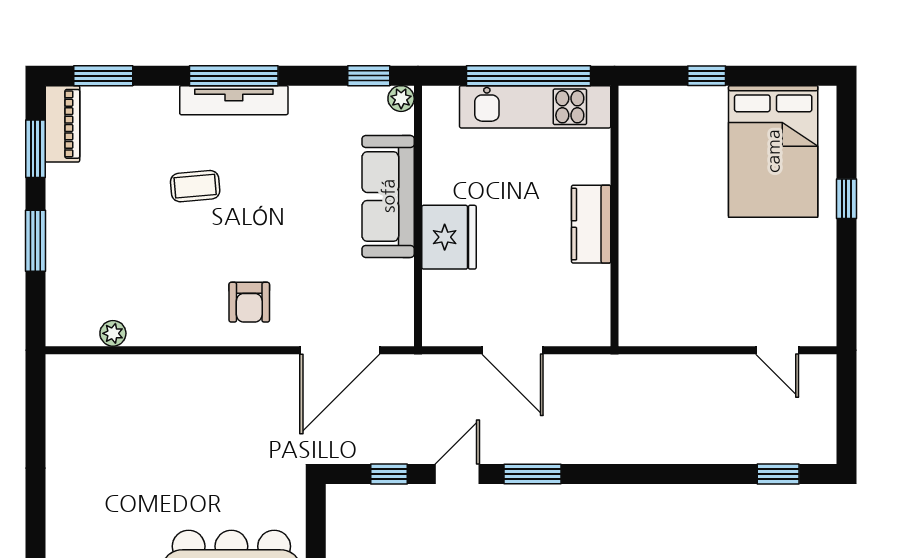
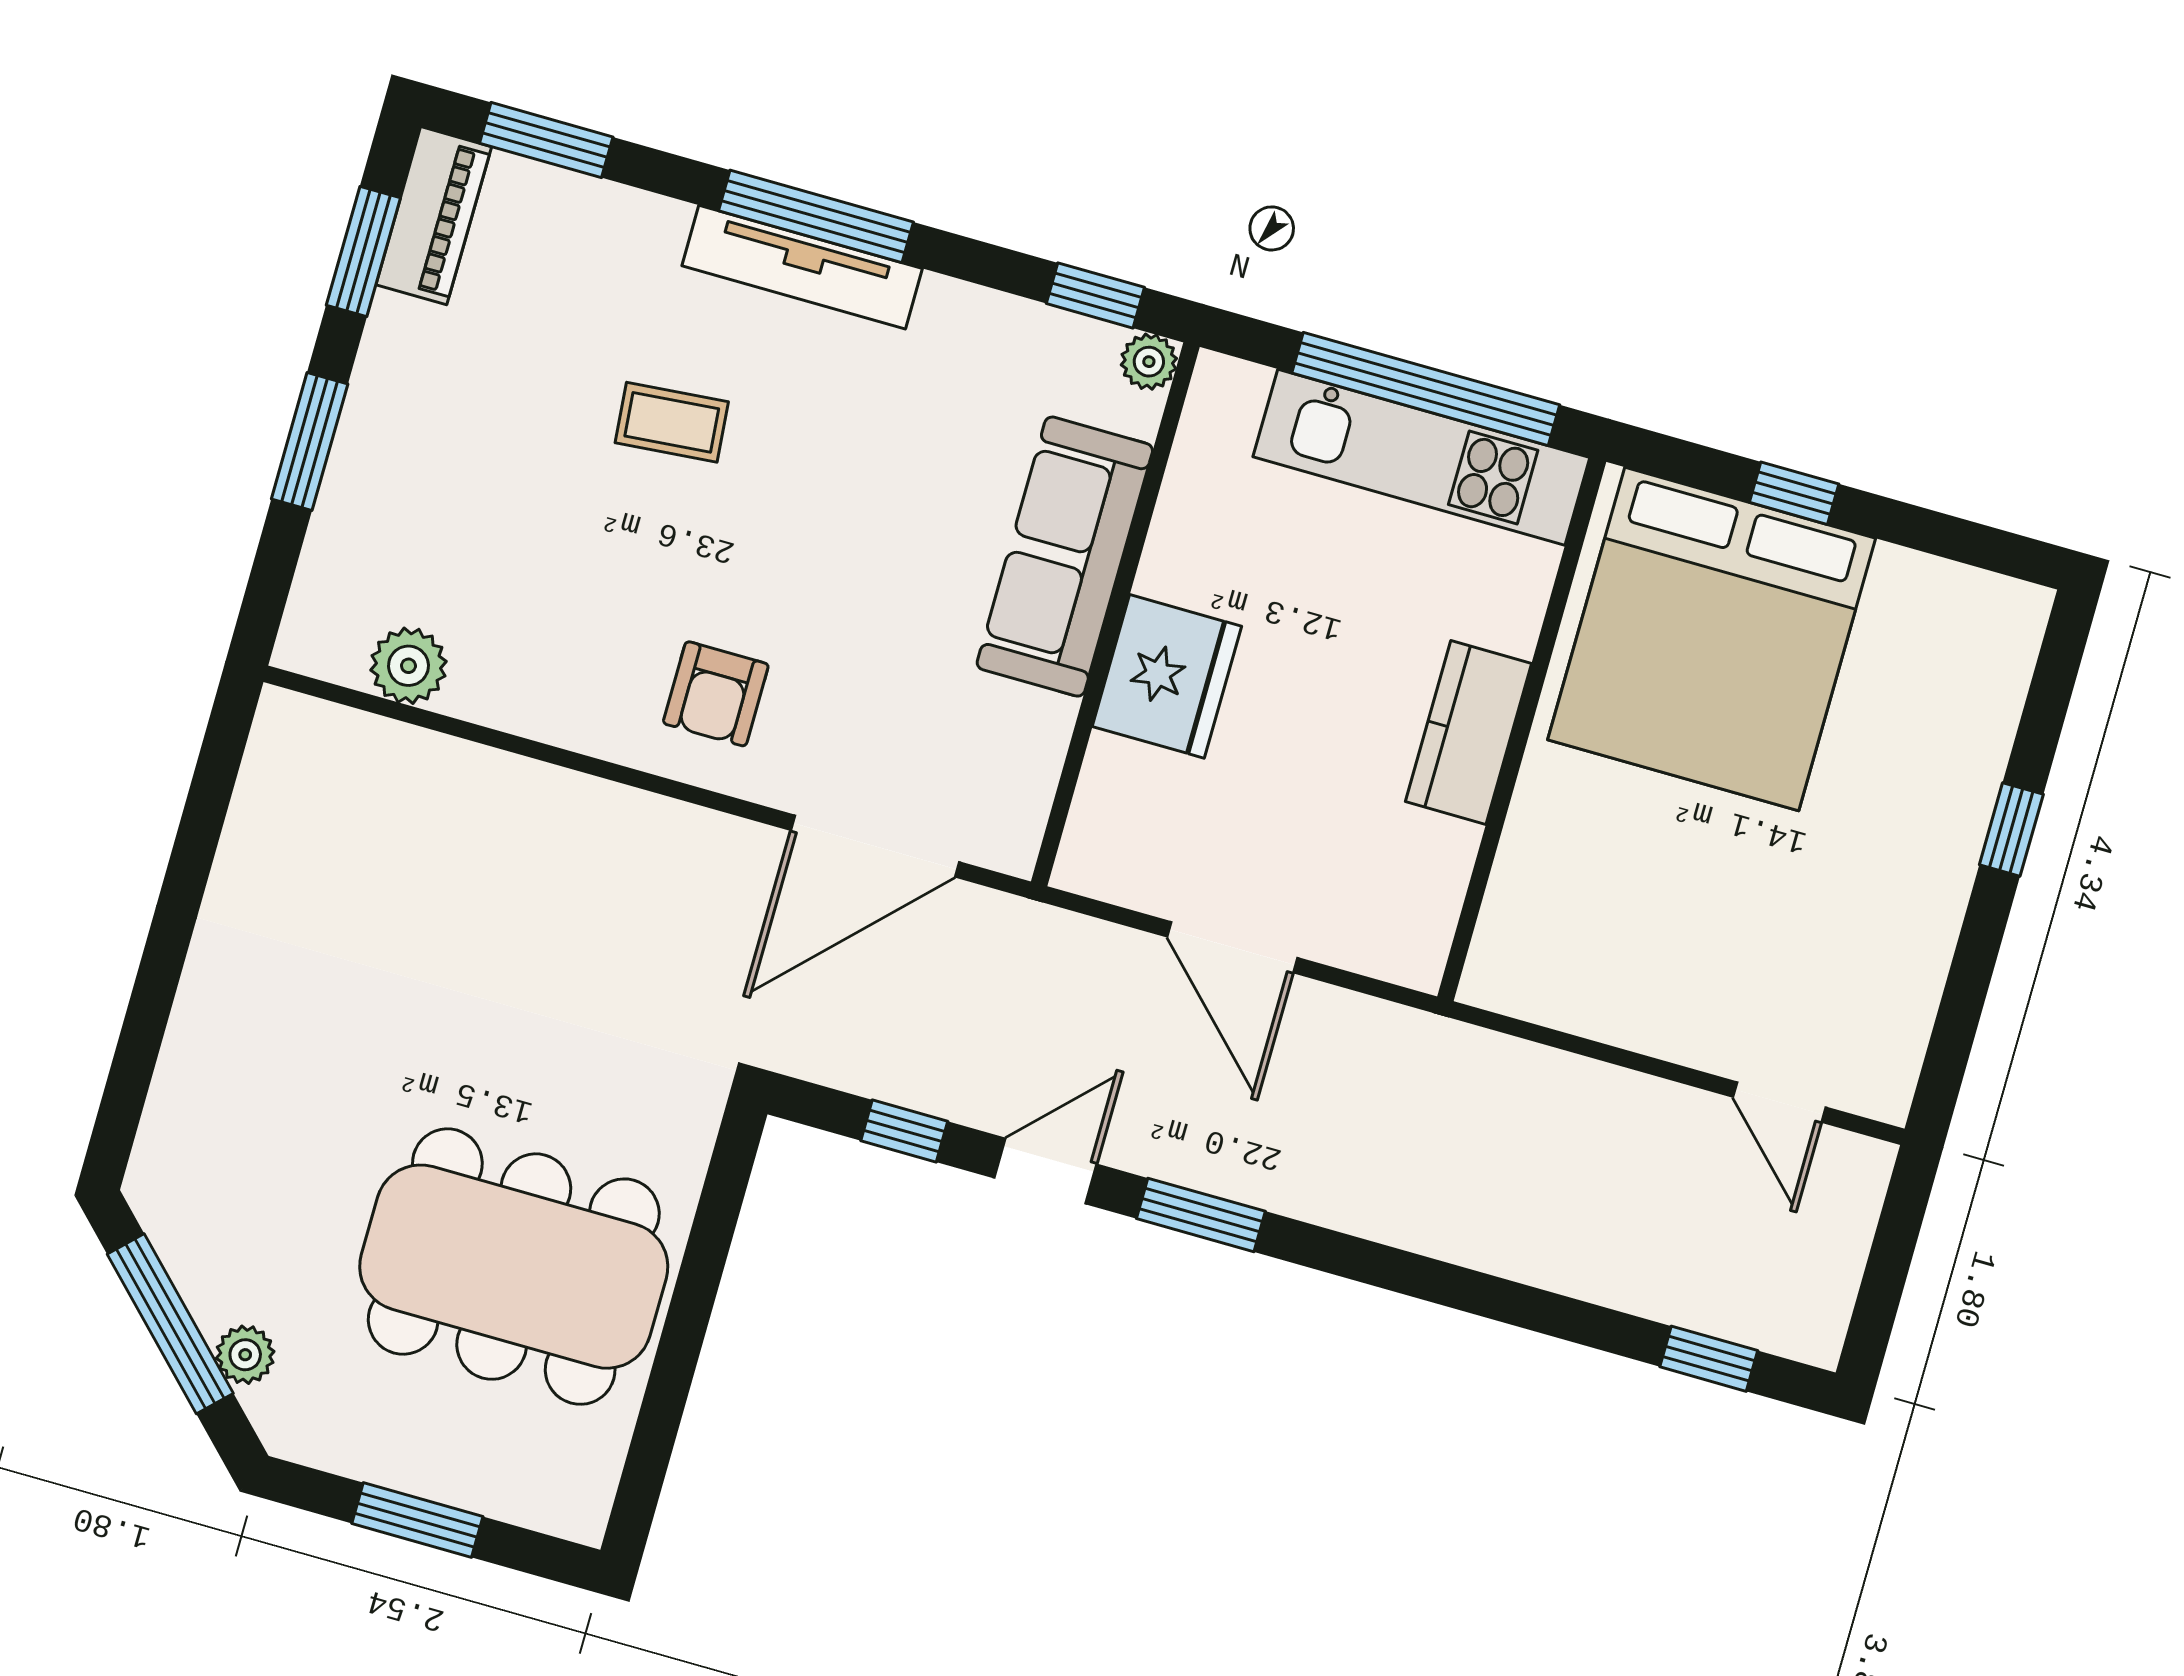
bed: (773, 151) -> (1712, 639), moved, width x1.36
plant: (113, 333) -> (408, 666), width x1.38, depth x1.38

